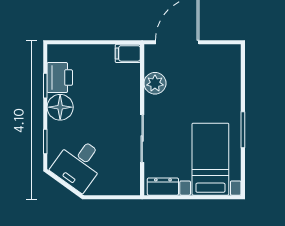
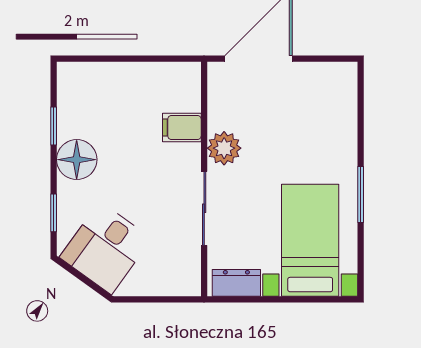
filing cabinet: (128, 53) -> (182, 127), moved
printer: (60, 78) -> (76, 113), removed
plant: (155, 83) -> (224, 148), moved

